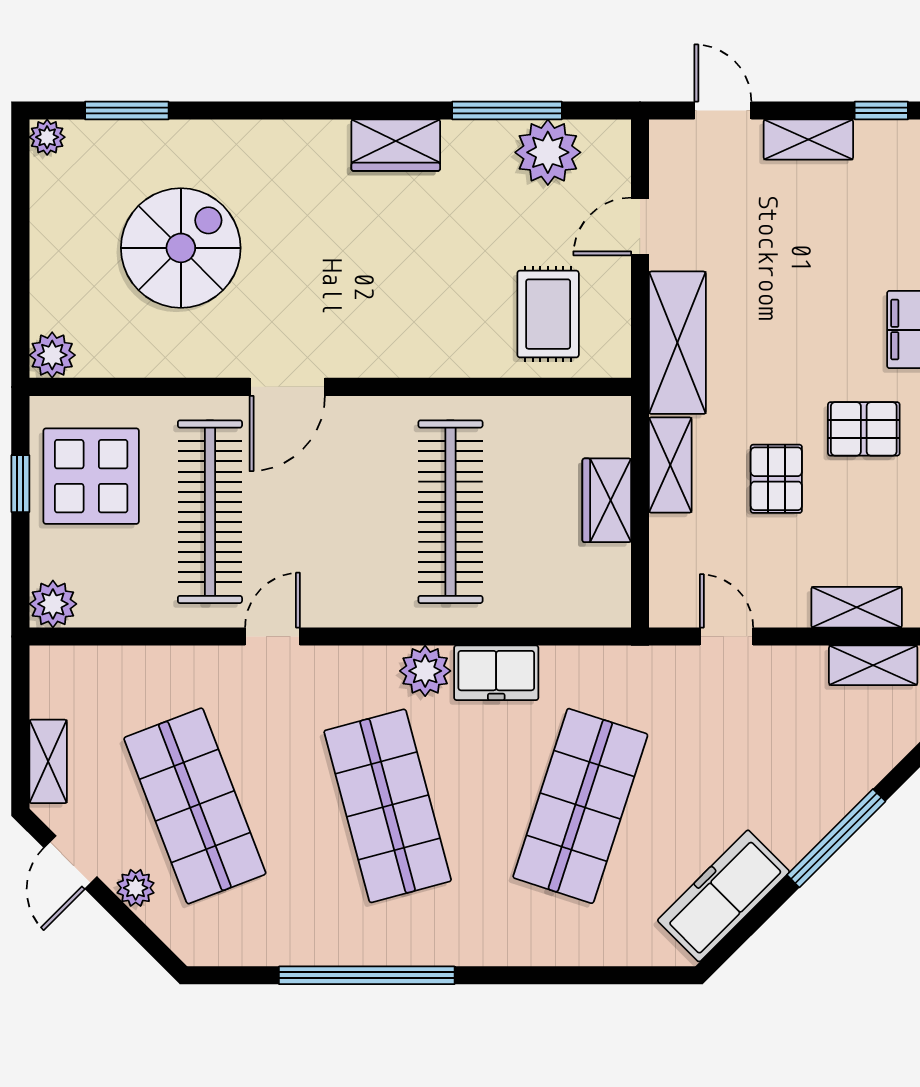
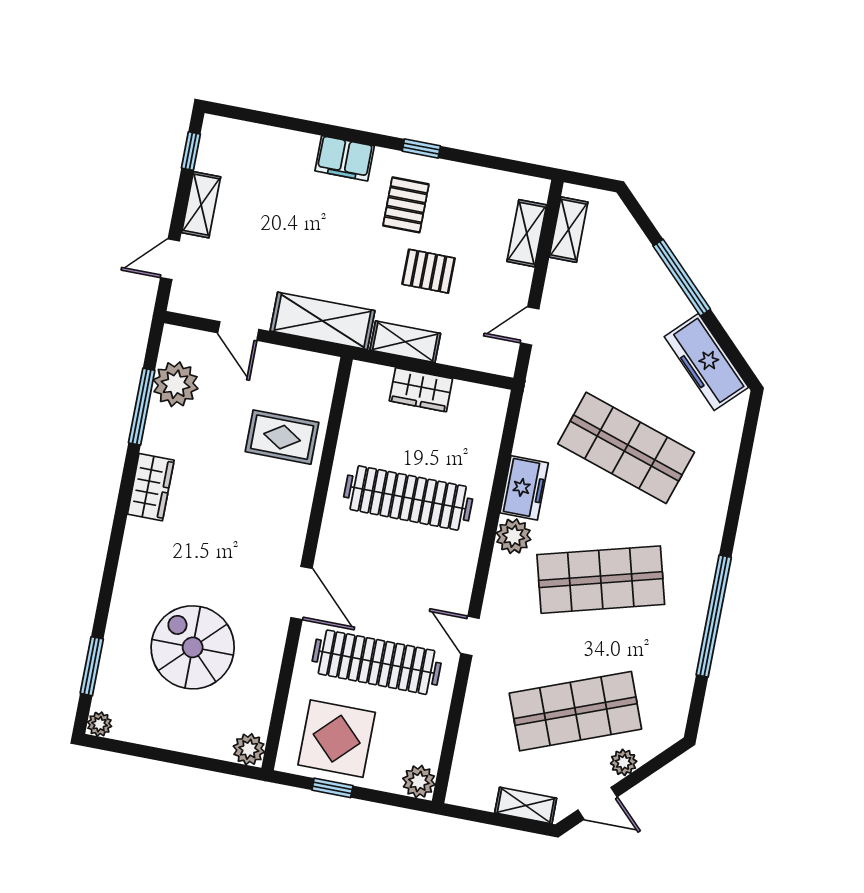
rug: (548, 314) -> (282, 437), moved

